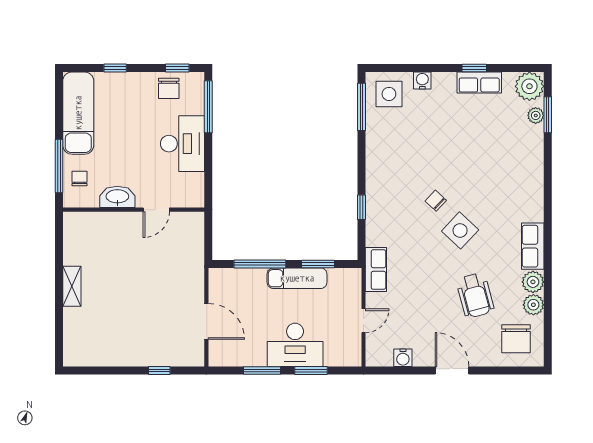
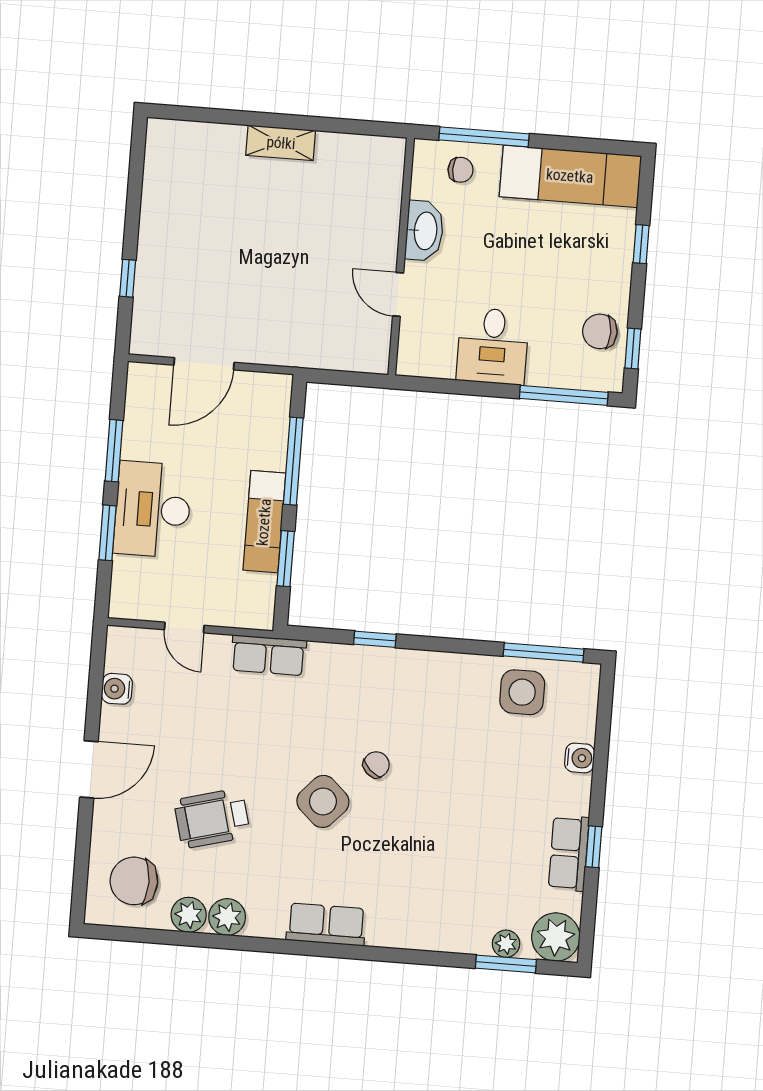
side table: (389, 94) -> (522, 692), moved
desk: (182, 144) -> (493, 346), width x0.73
row of seats: (533, 246) -> (326, 924), moved

